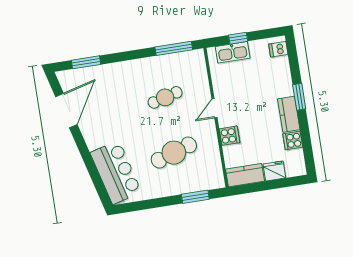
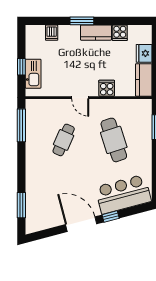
dishwasher: (278, 49) -> (52, 33), moved
cafe table: (165, 97) -> (64, 140), turned 39
door: (66, 111) -> (81, 224), moved
window: (89, 162) -> (111, 216), added

